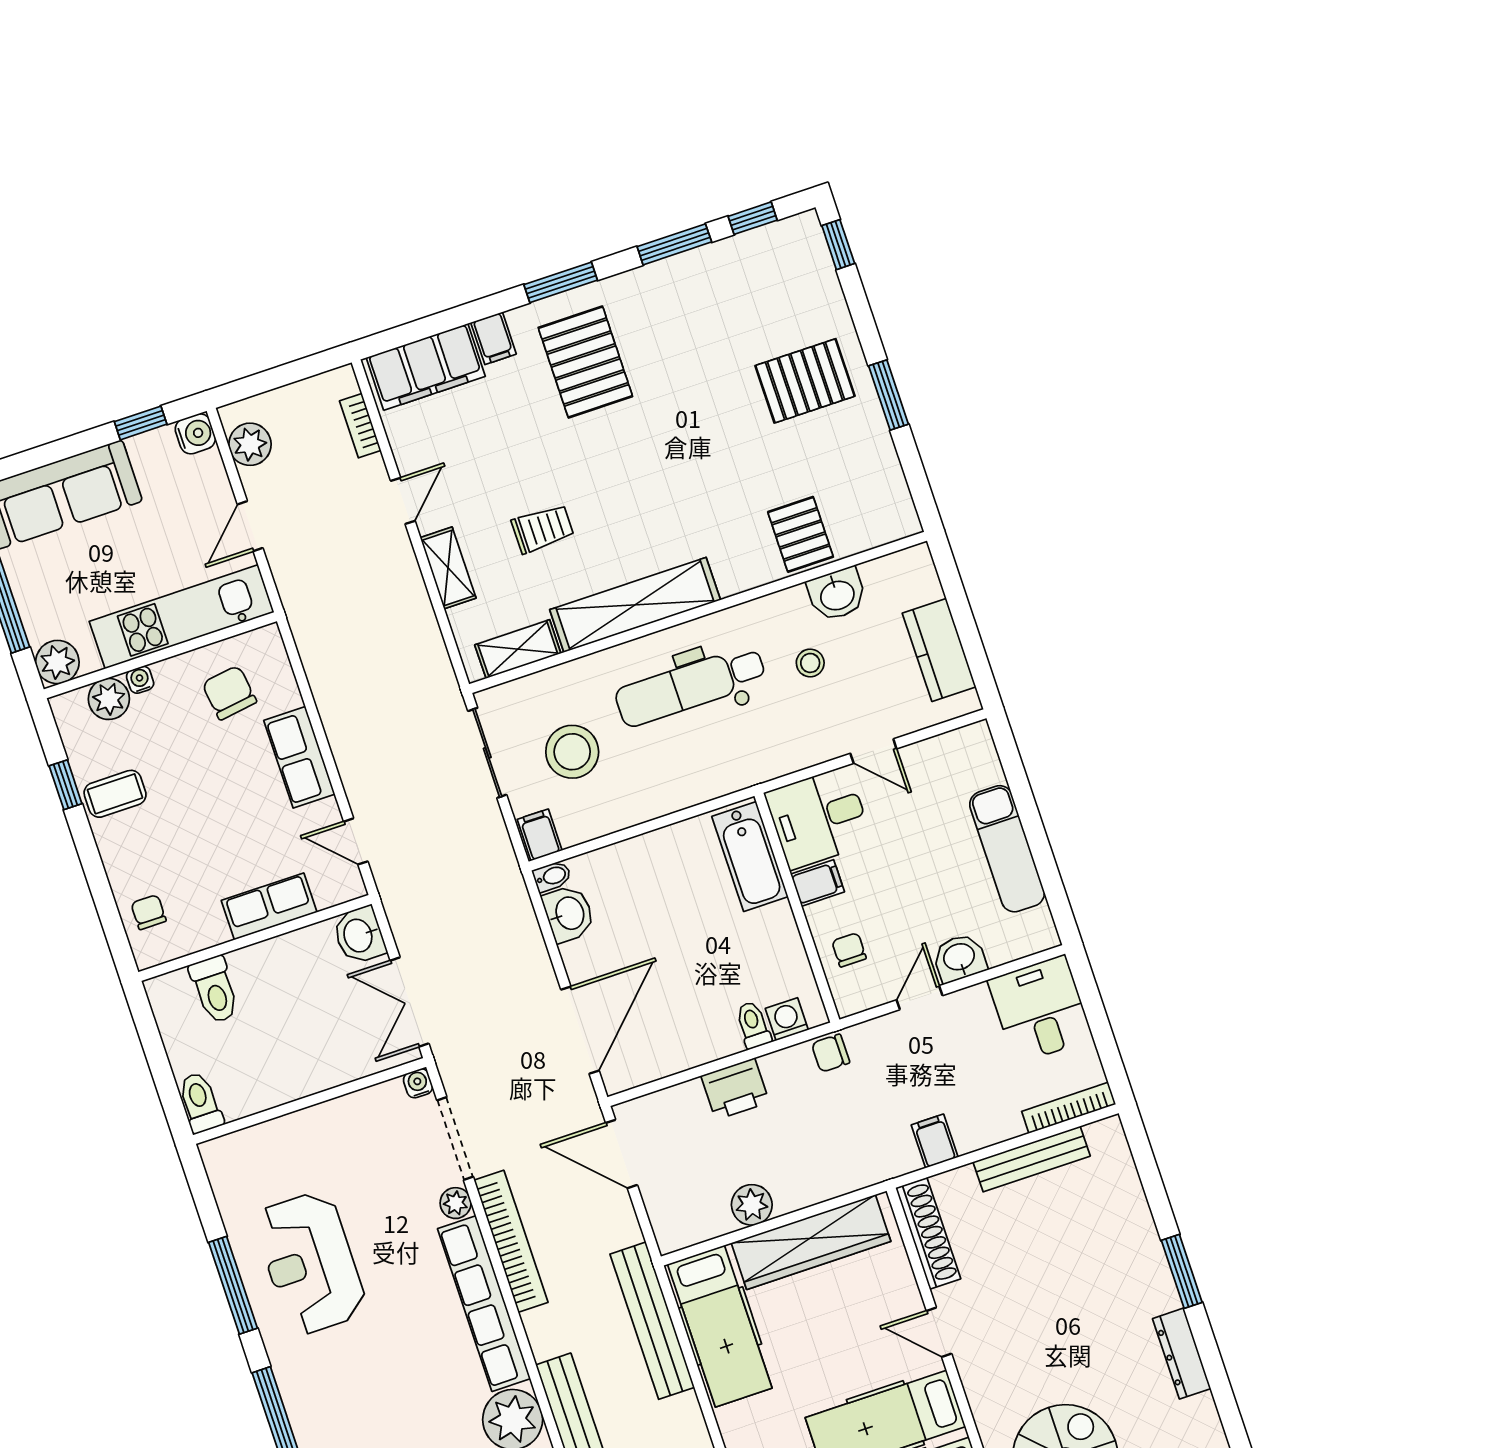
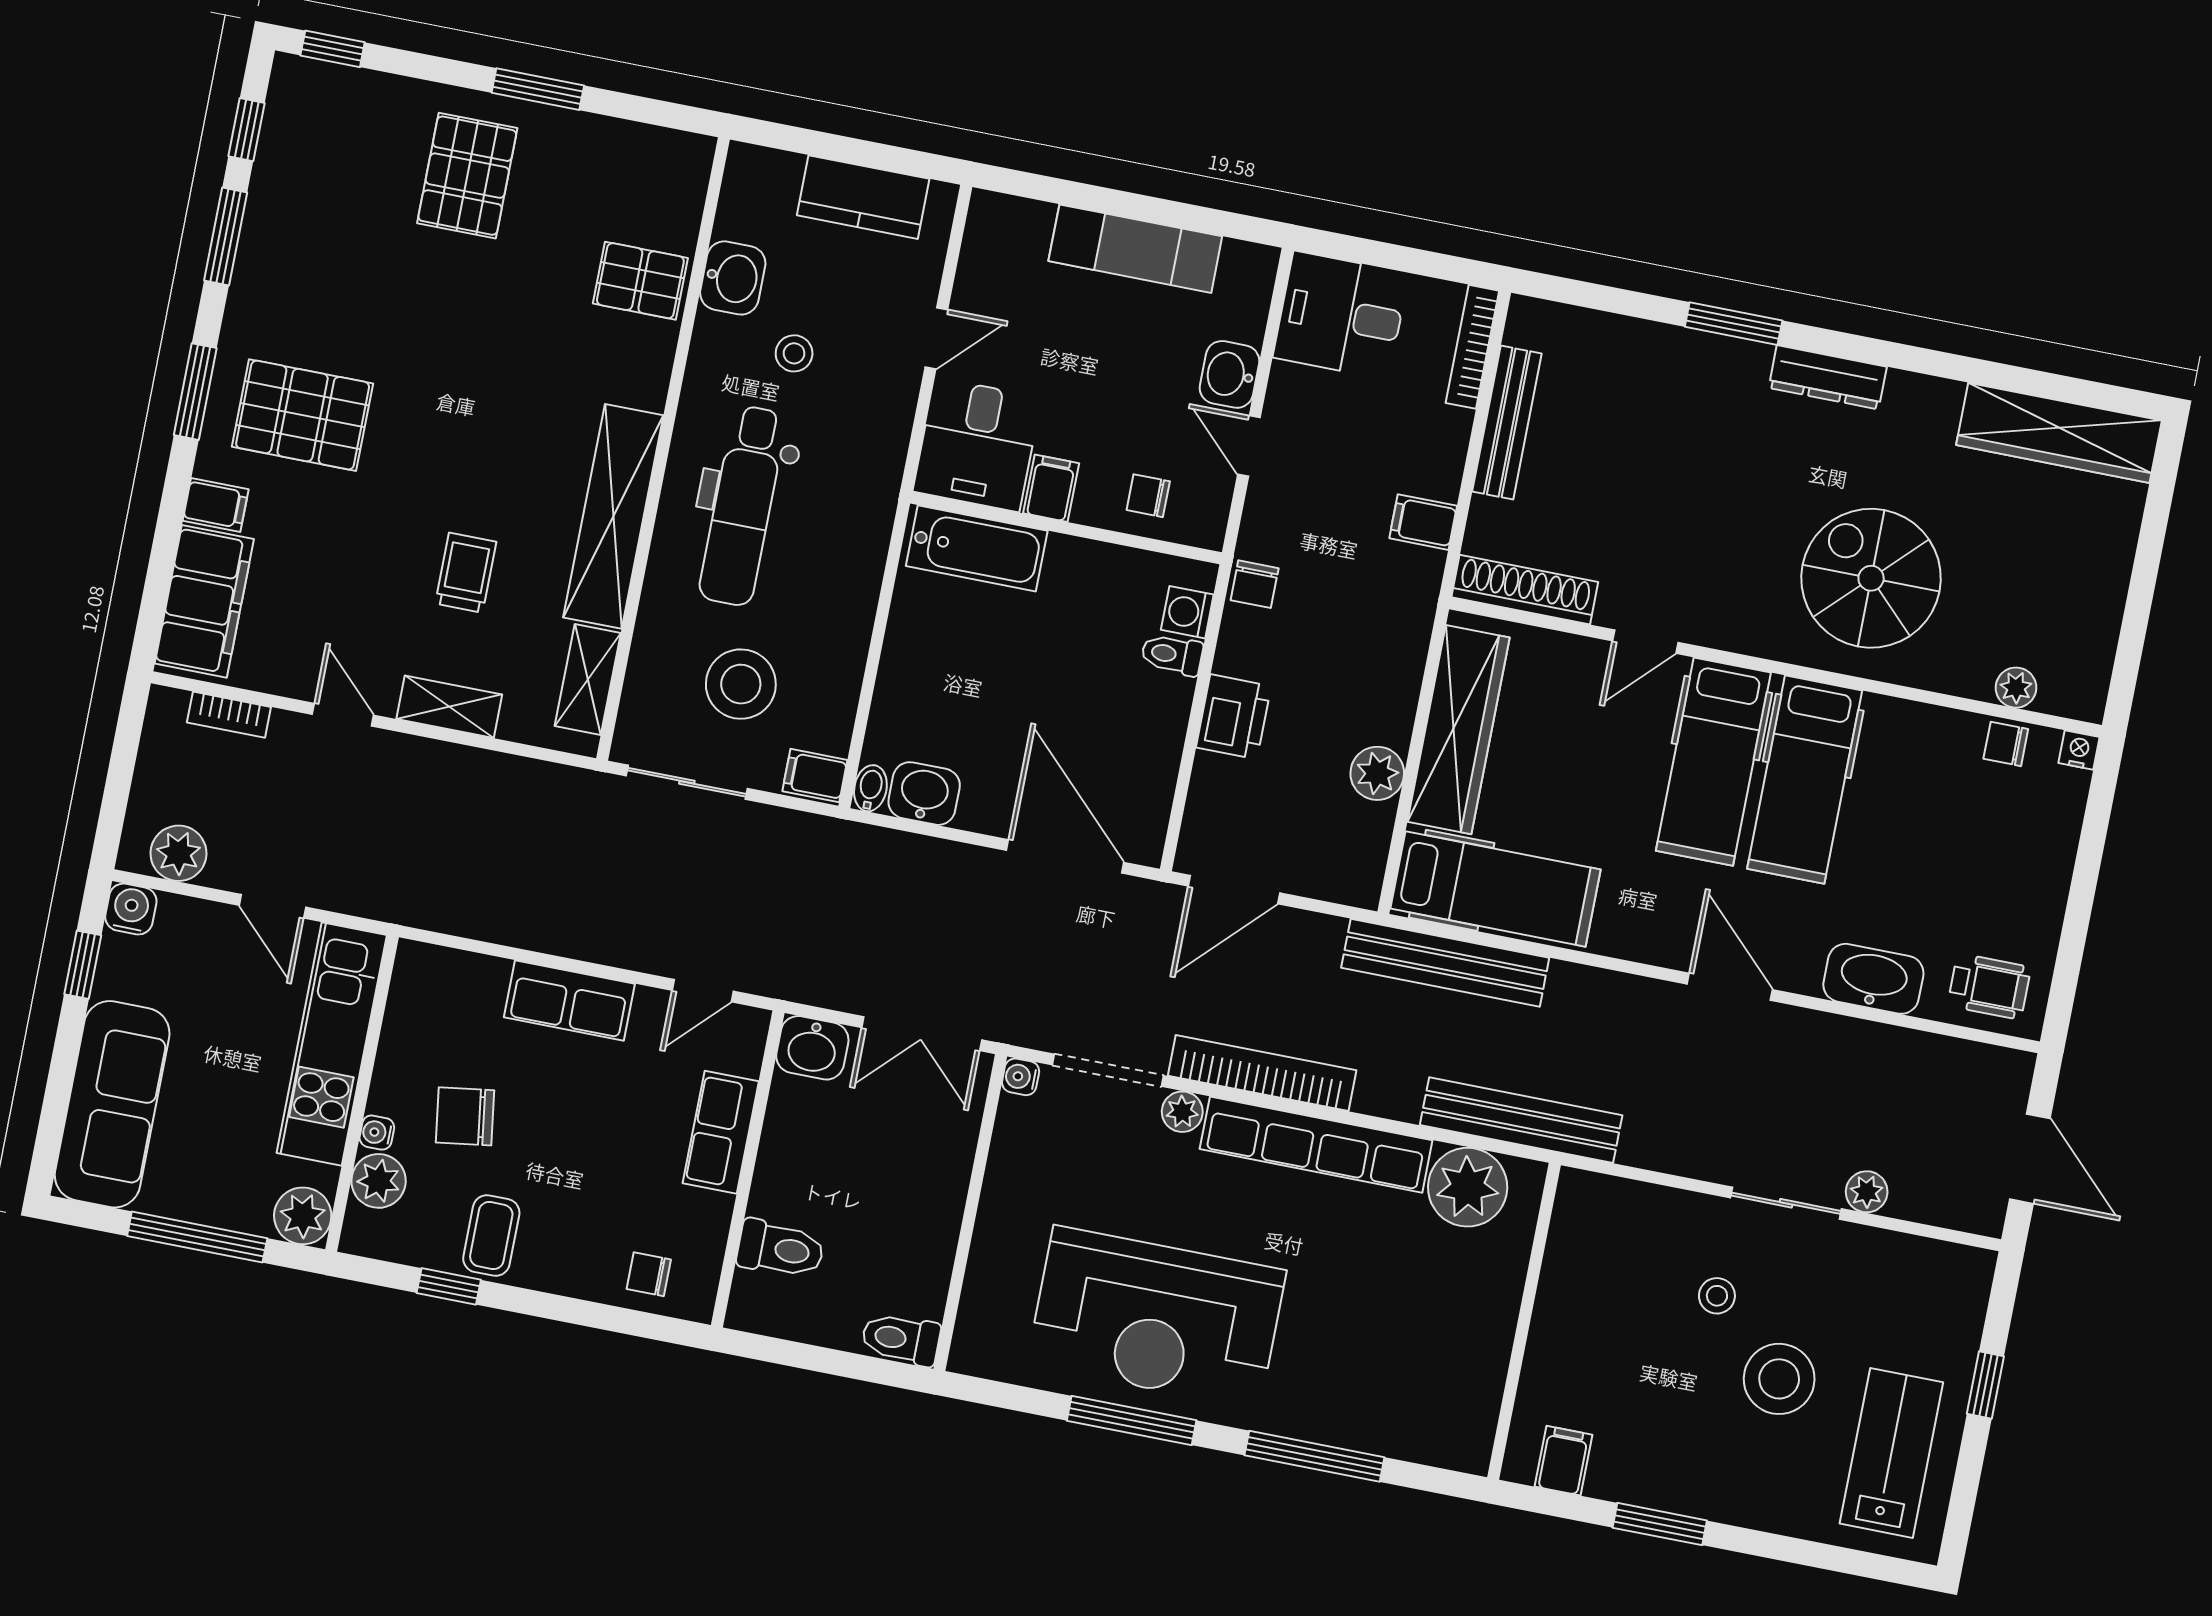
chair: (229, 693) -> (465, 1116), moved
reception desk: (310, 1263) -> (1156, 1317), width x1.36, depth x1.30

